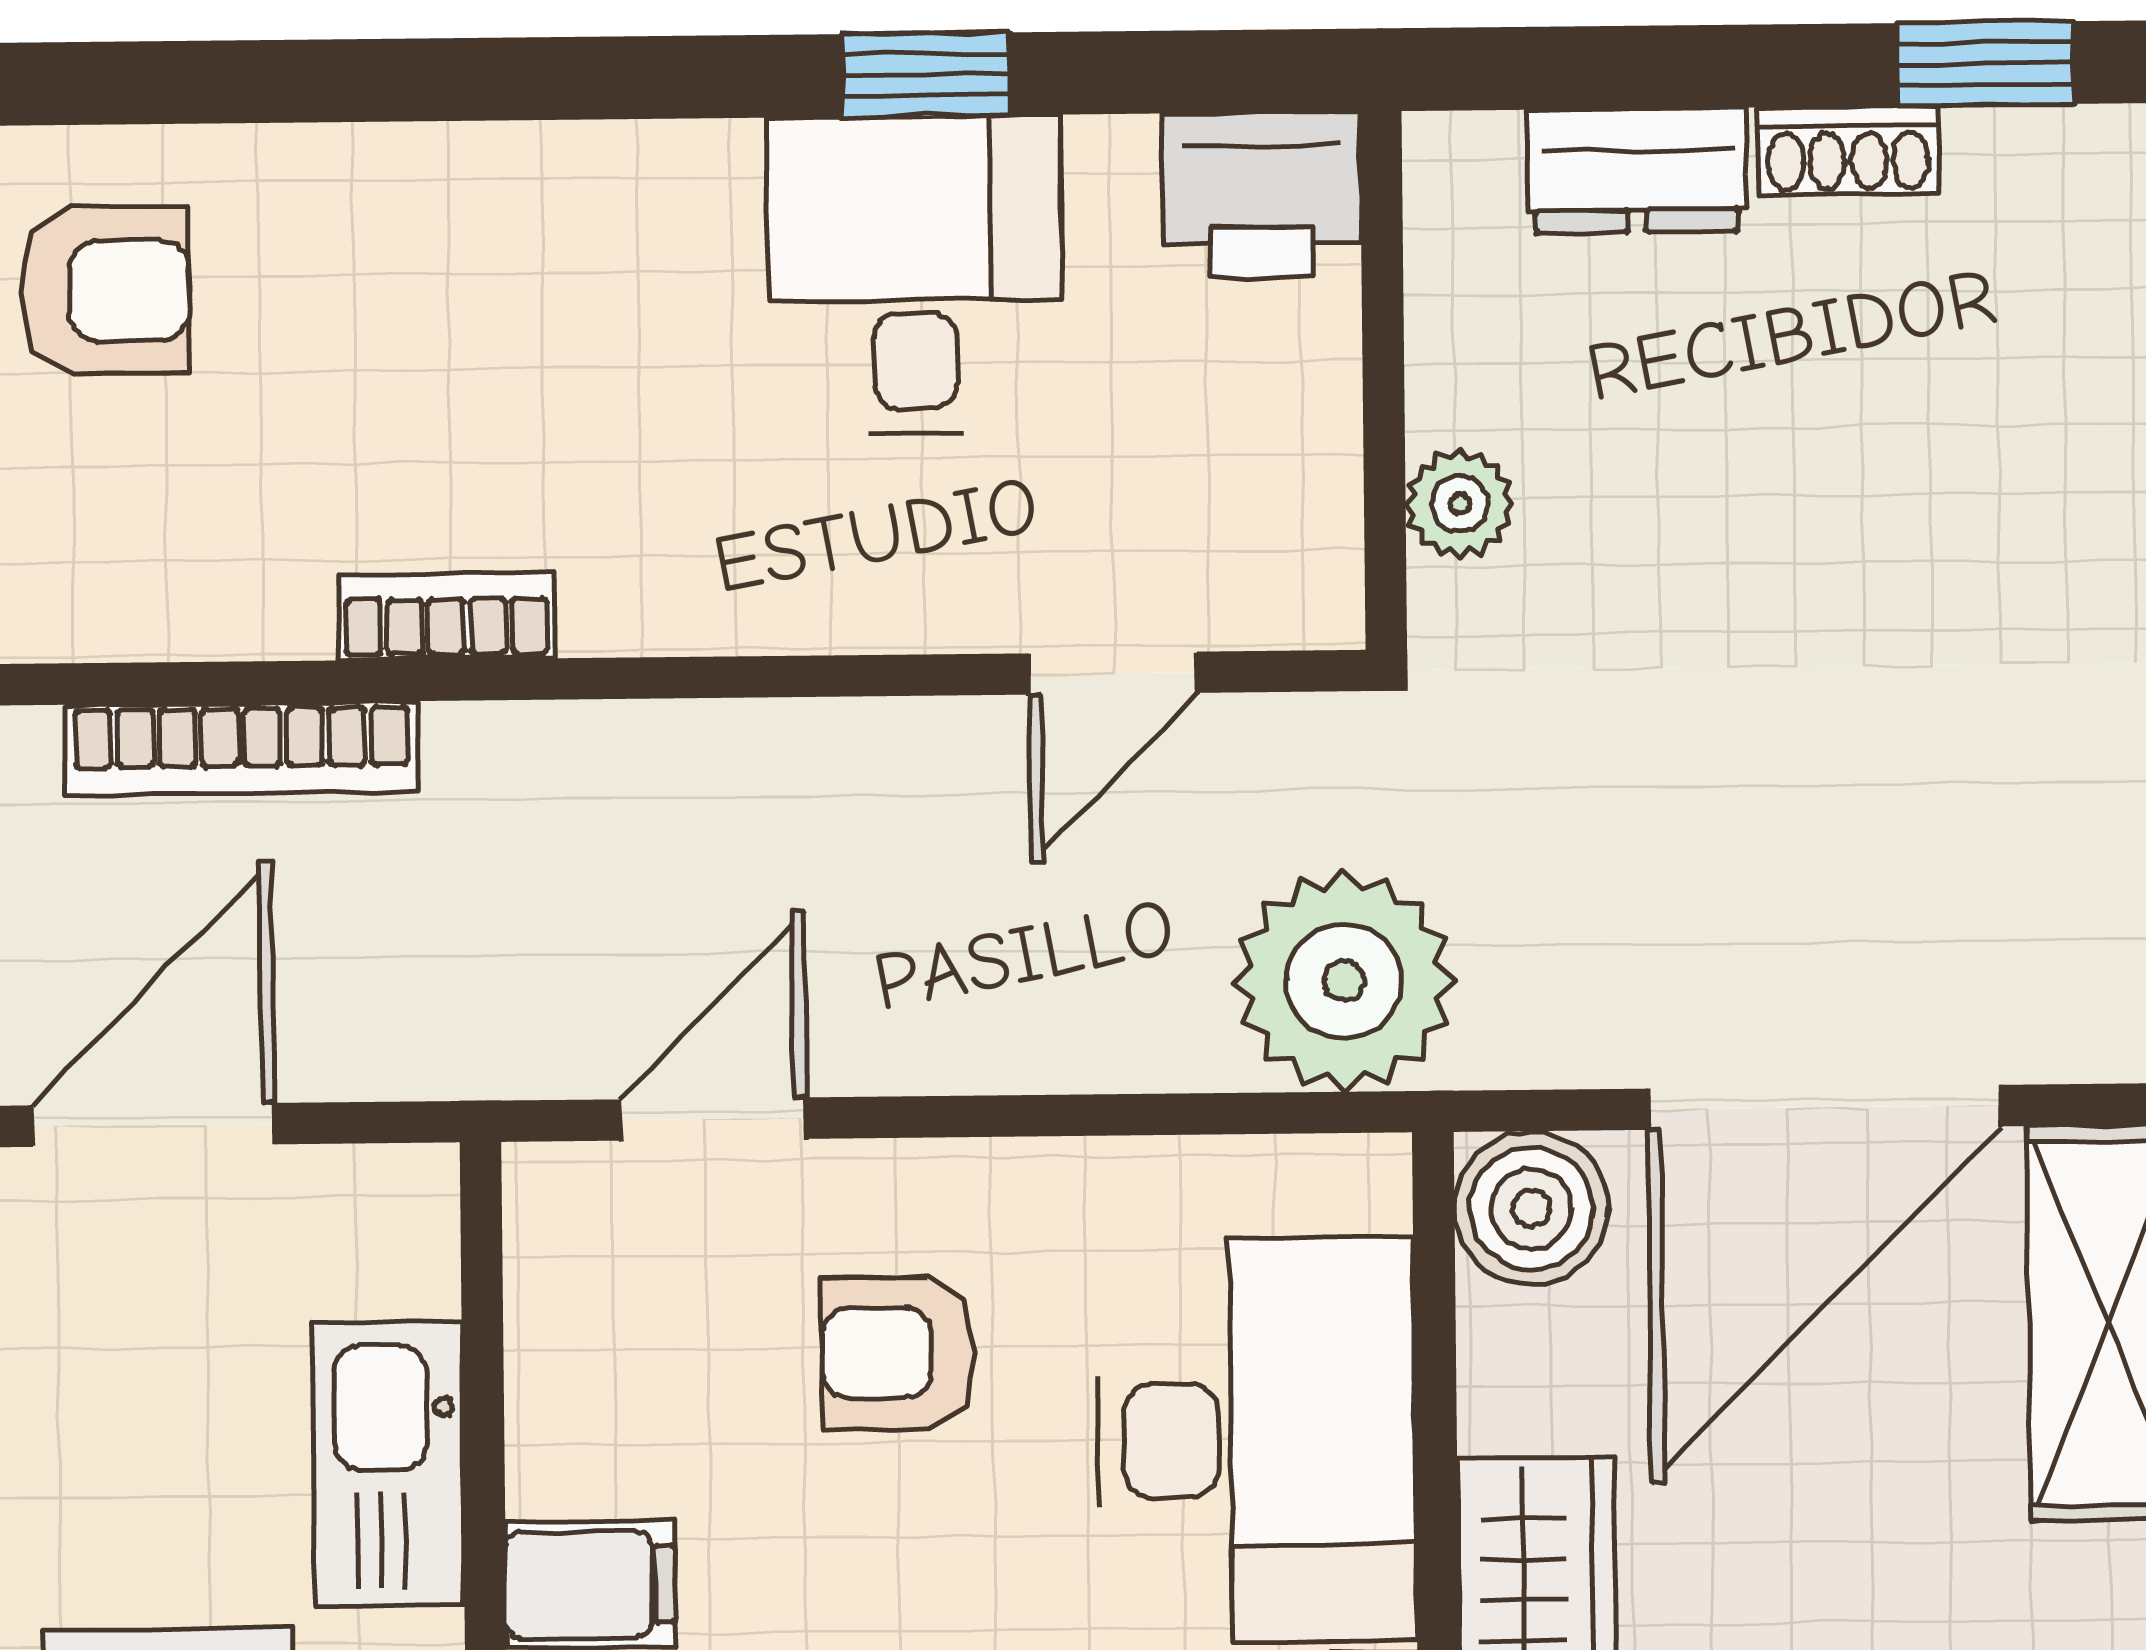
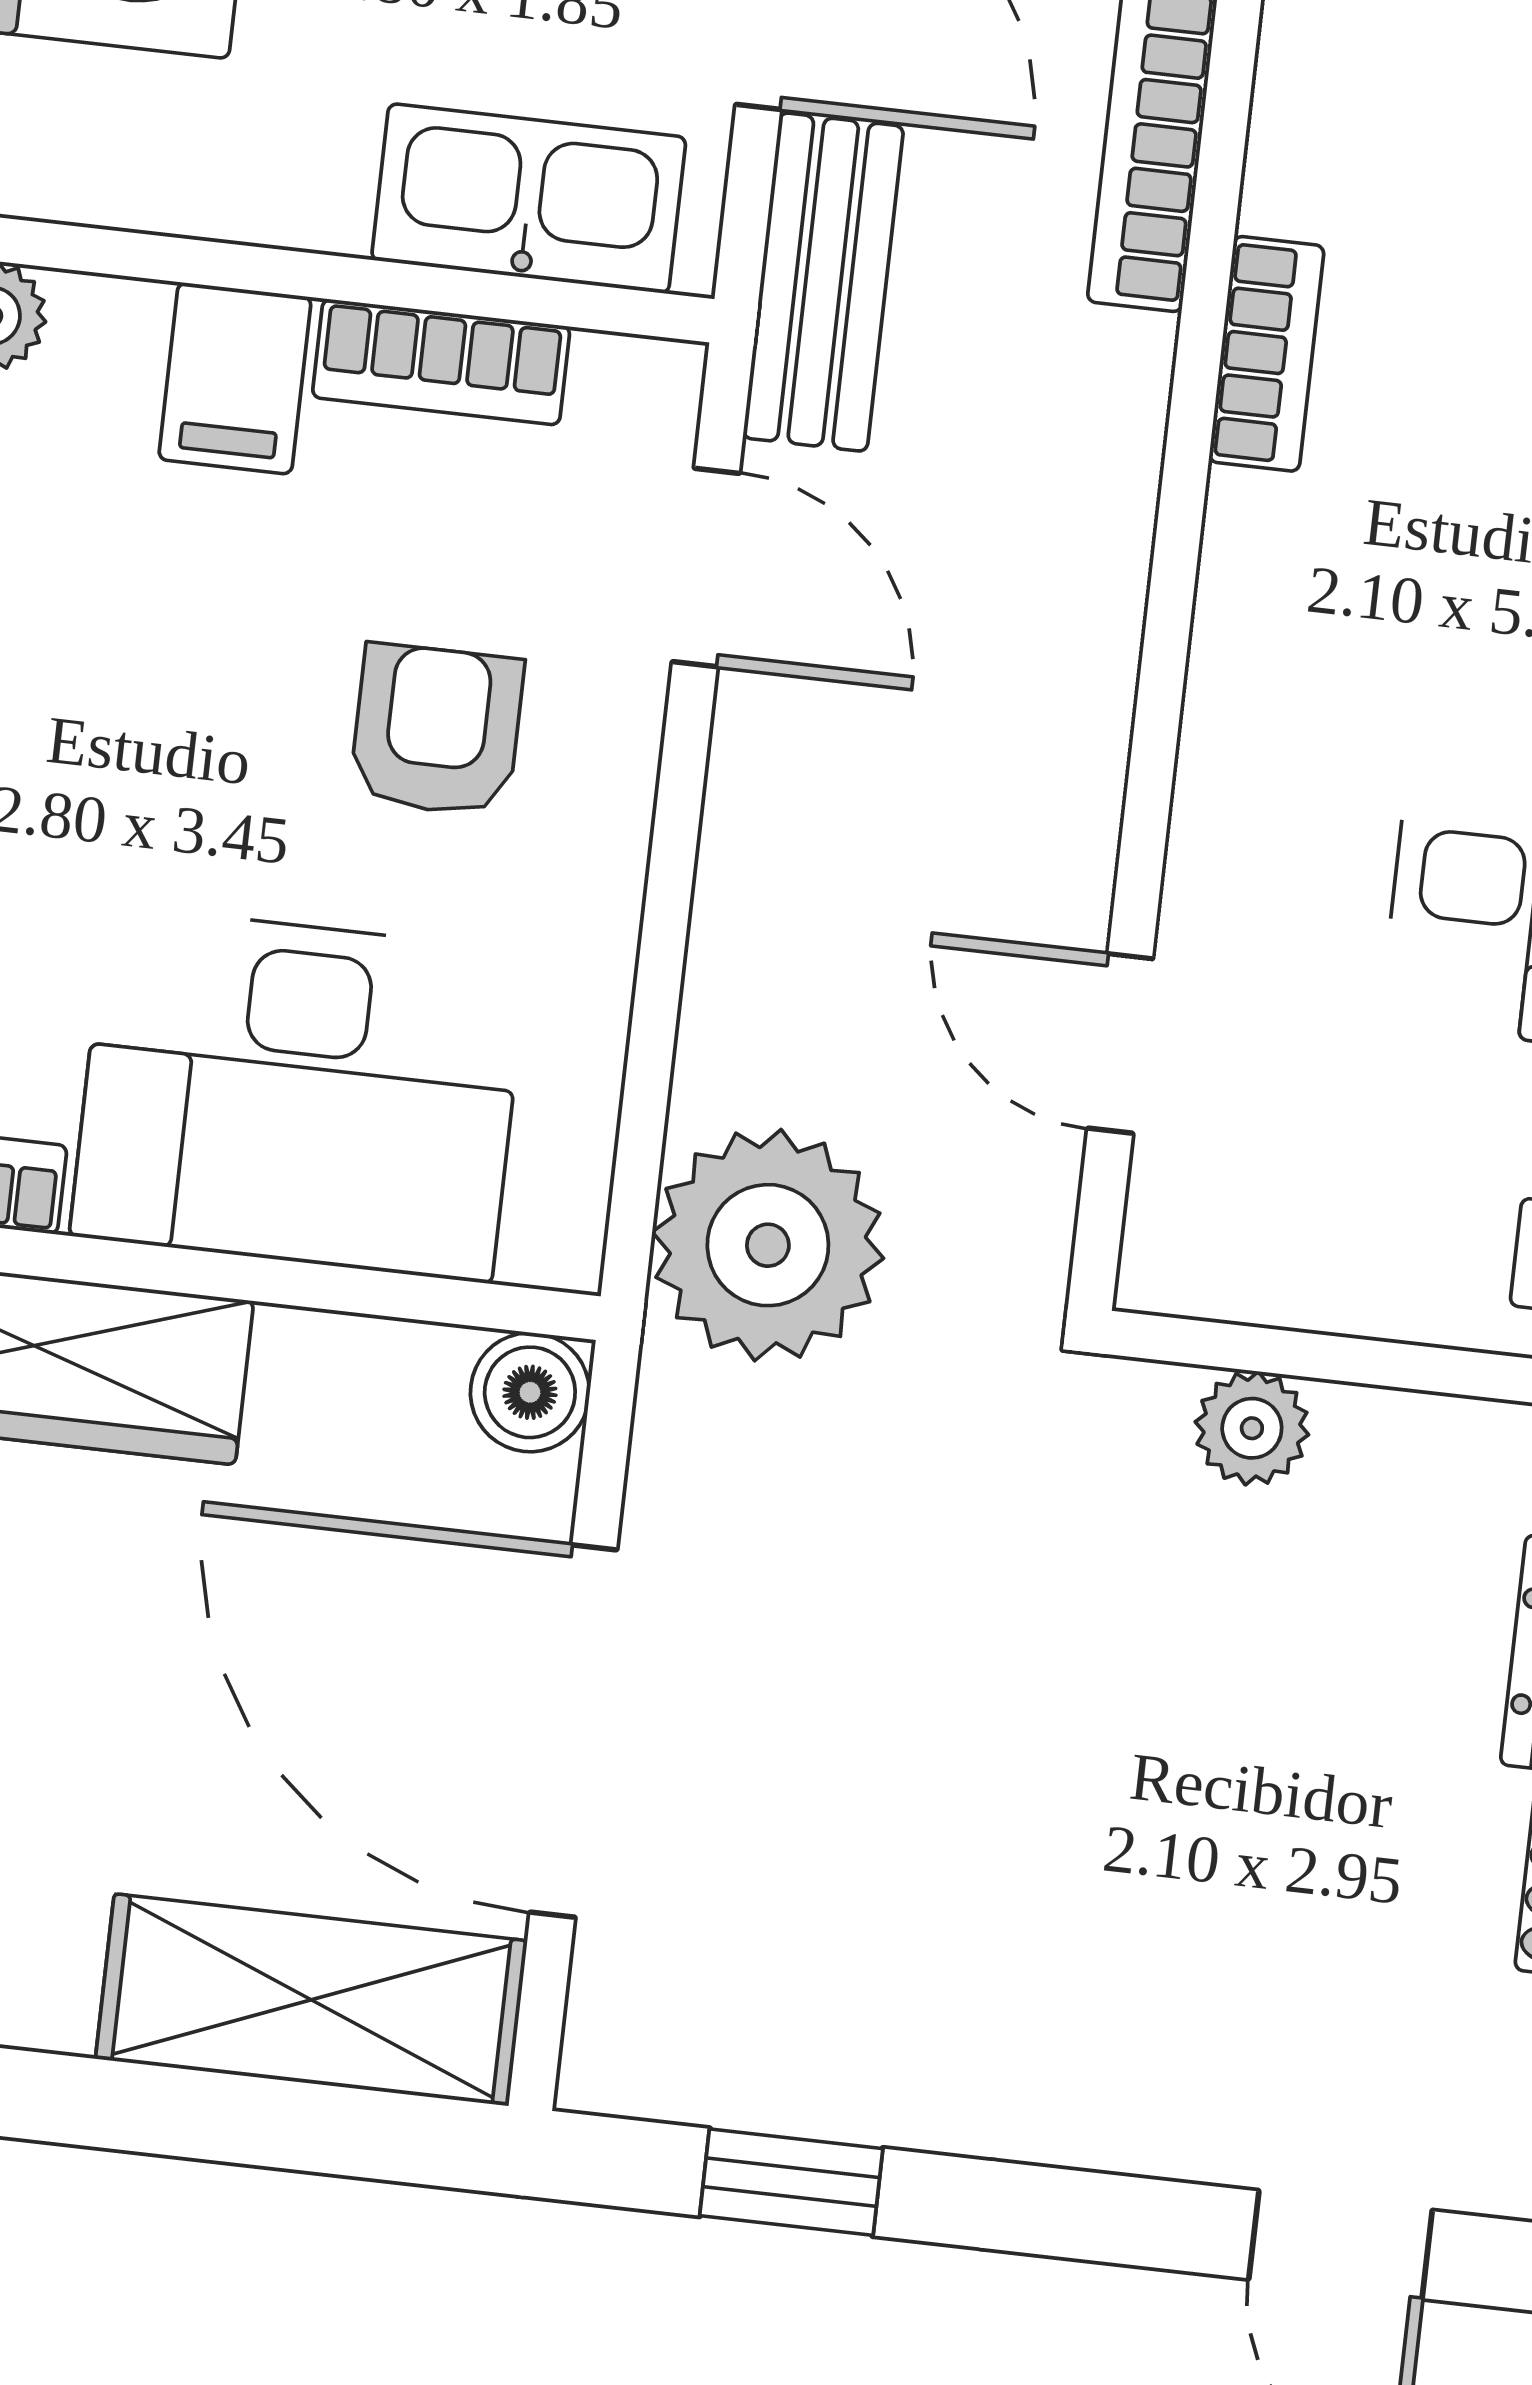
bench: (431, 1042) -> (823, 282), added
boiler: (1531, 1208) -> (530, 1392), width x0.73, depth x0.73
bookcase: (551, 1392) -> (441, 362), added
kitchen sink: (388, 1464) -> (529, 199), moved

